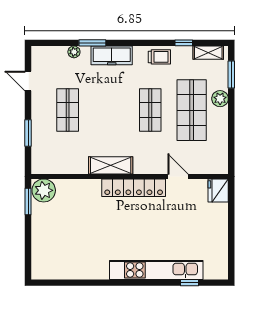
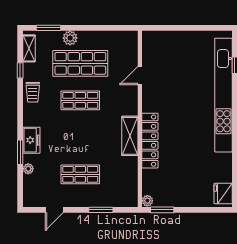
freezer: (112, 55) -> (31, 140), width x0.71
trolley: (159, 57) -> (33, 92), turned 180
locker: (134, 188) -> (150, 141), moved
plant: (44, 190) -> (147, 201), width x0.53, depth x0.53
fridge: (218, 190) -> (223, 194), moved, turned 90
kitchen unit: (156, 270) -> (224, 95), width x1.36

